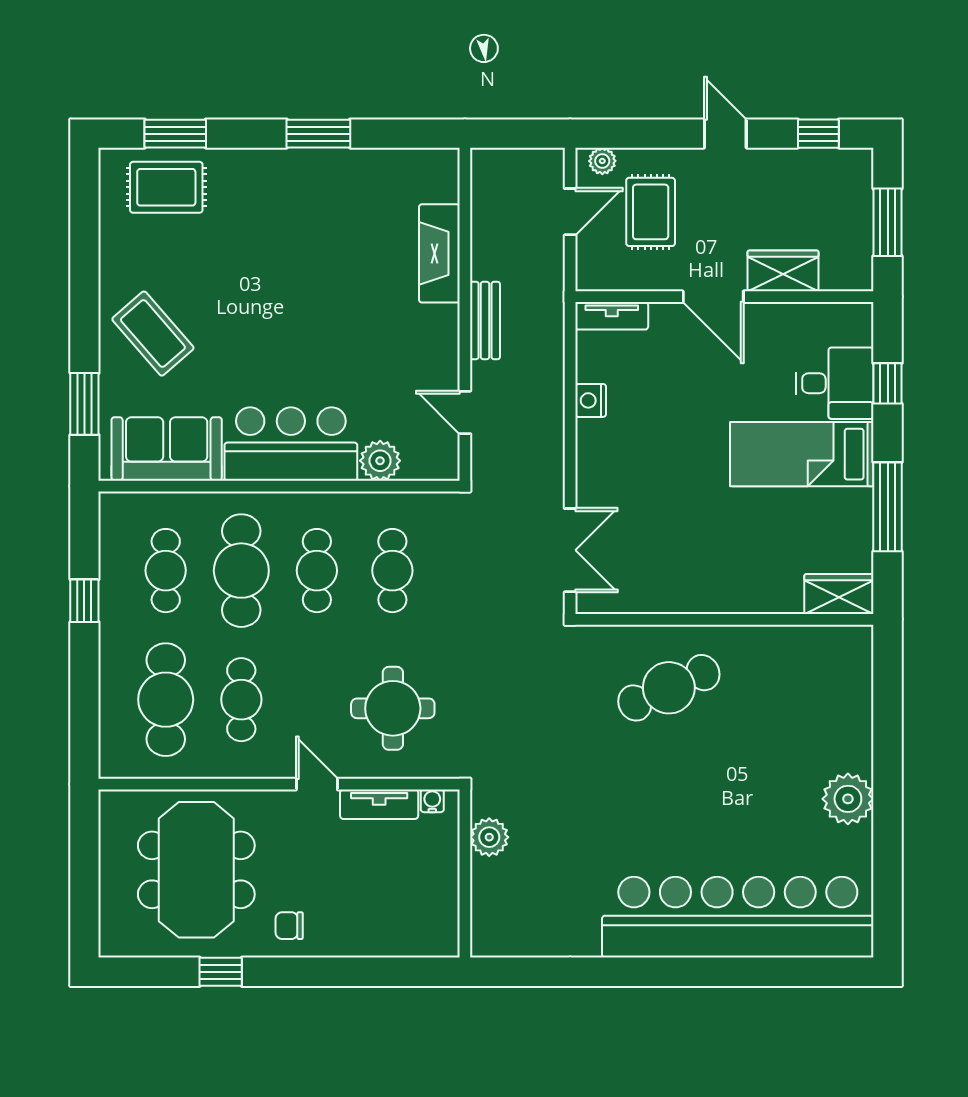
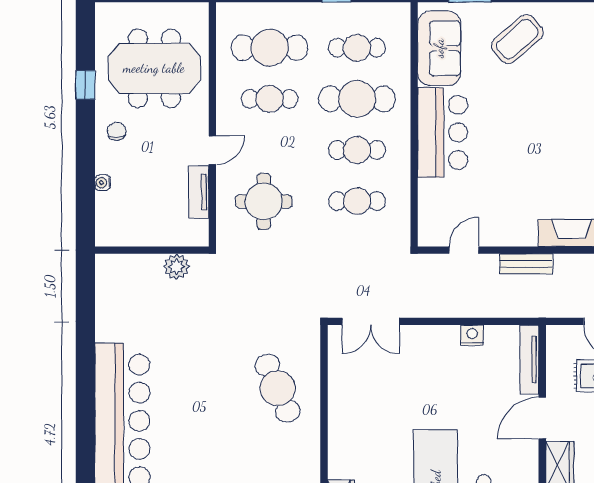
tv unit: (612, 316) -> (529, 360), width x1.41
plant: (380, 461) -> (431, 193), removed
water cooler: (432, 801) -> (103, 183), moved, turned 180

